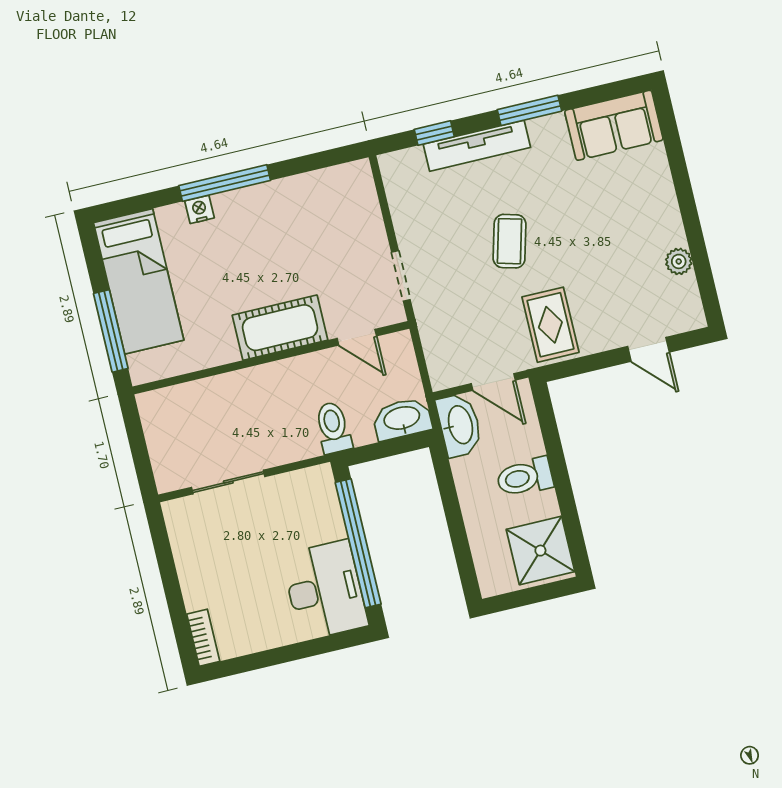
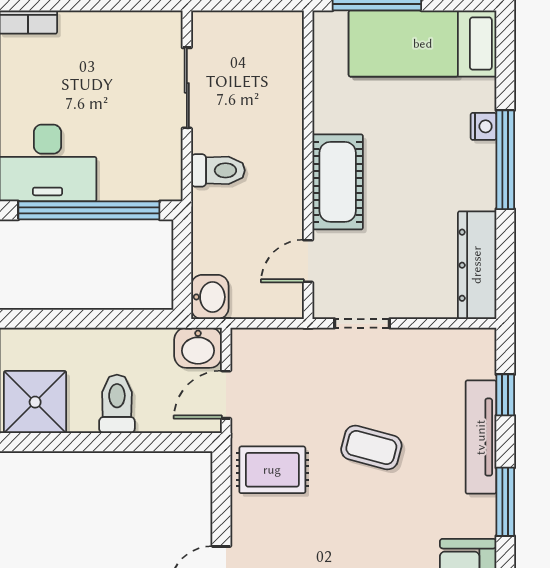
dresser: (325, 186) -> (477, 265), added
washbasin: (402, 419) -> (210, 297), width x0.72
washbasin: (459, 425) -> (198, 348), width x0.72
toilet: (333, 428) -> (218, 170), moved

